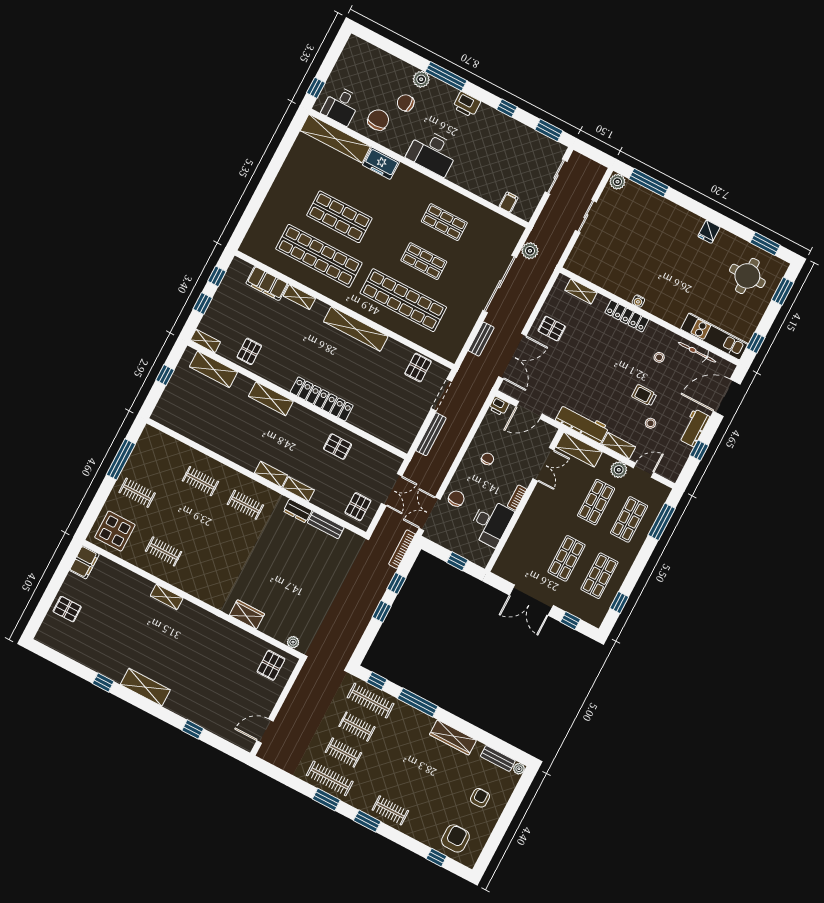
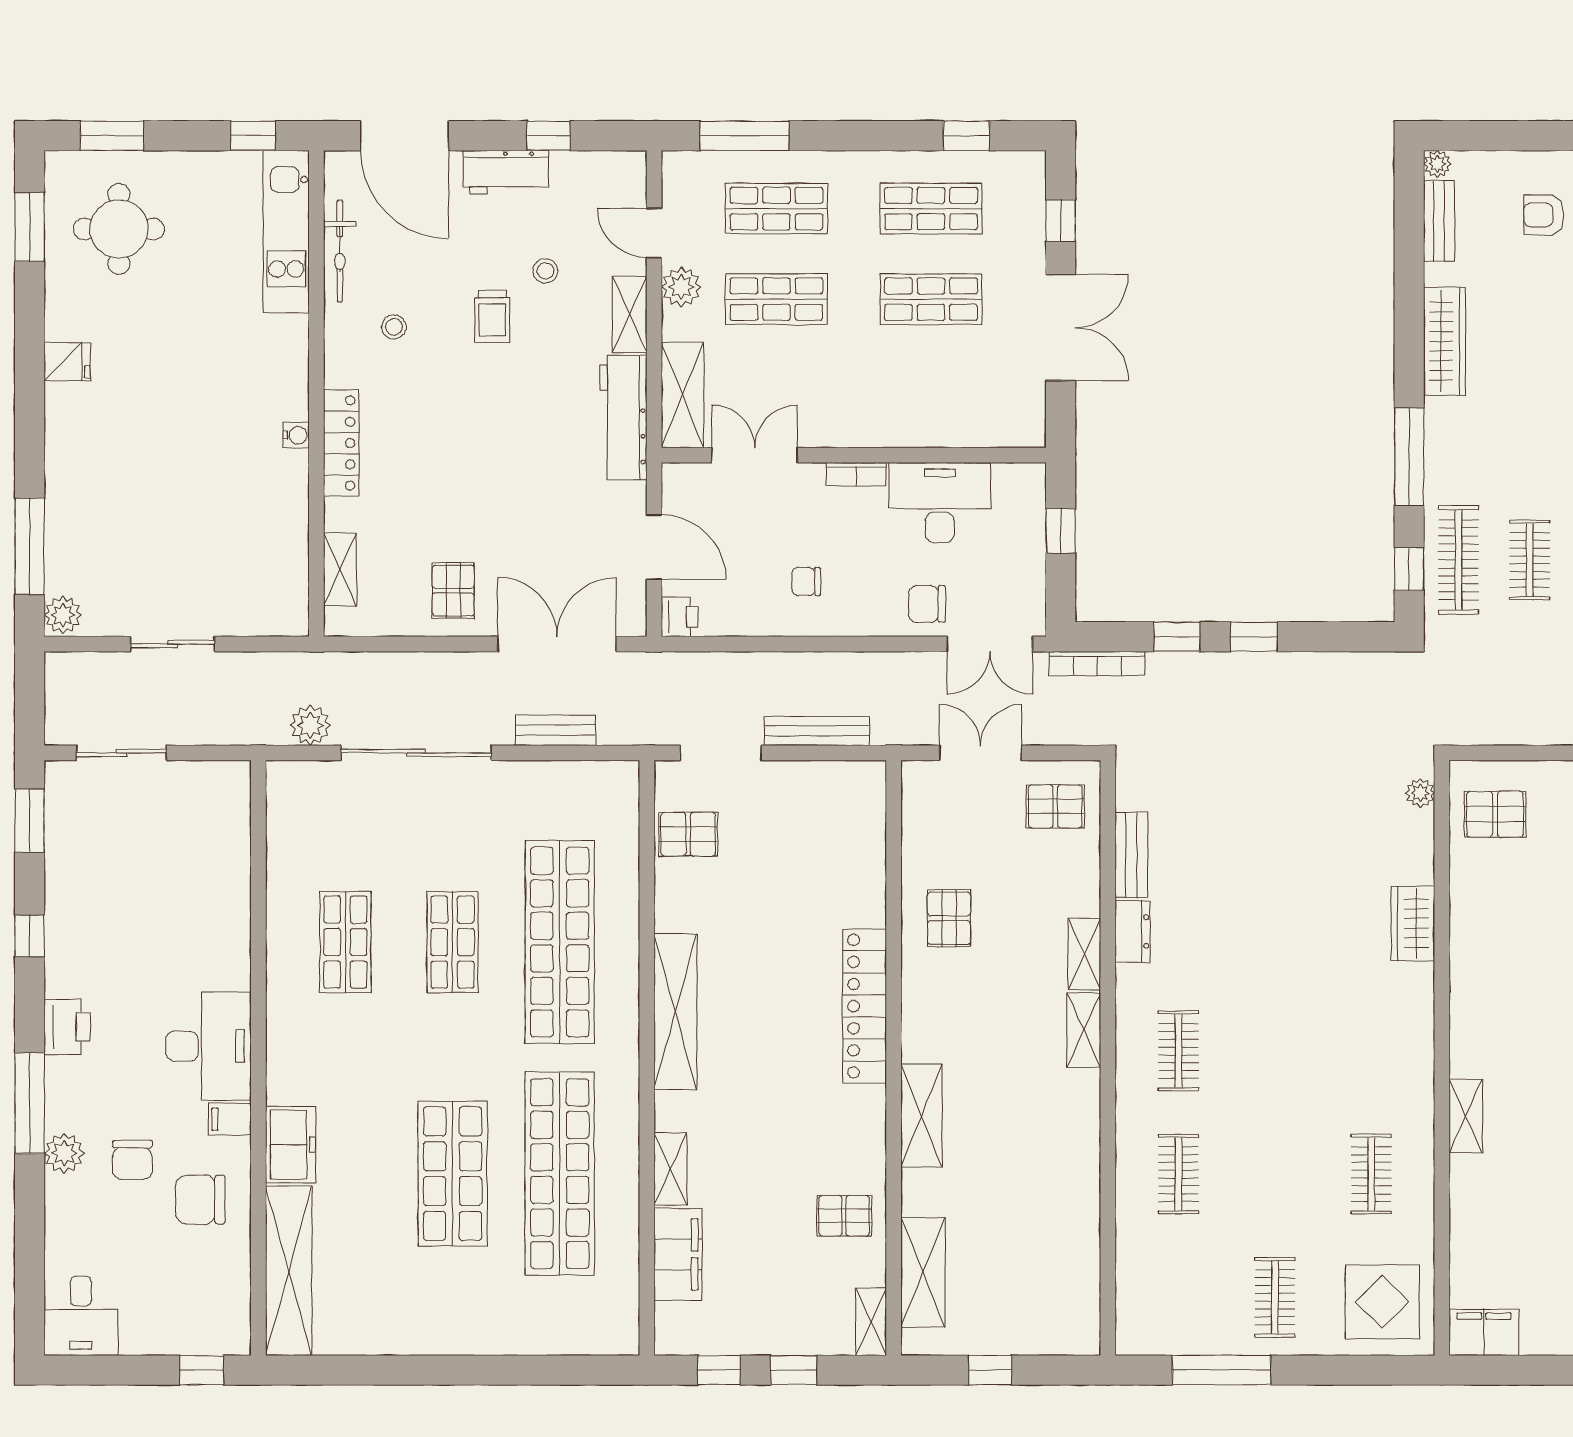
desk: (341, 106) -> (81, 1316), moved, turned 90
filing cabinet: (509, 202) -> (230, 1119), moved

